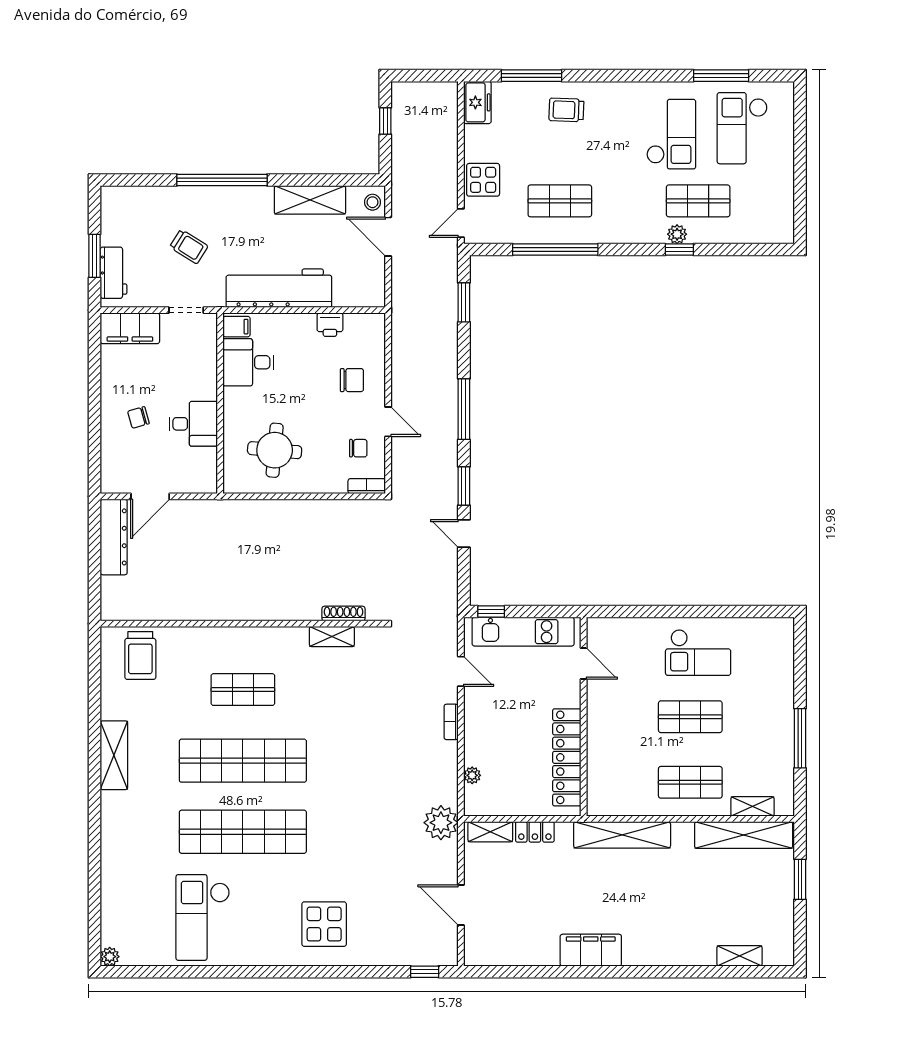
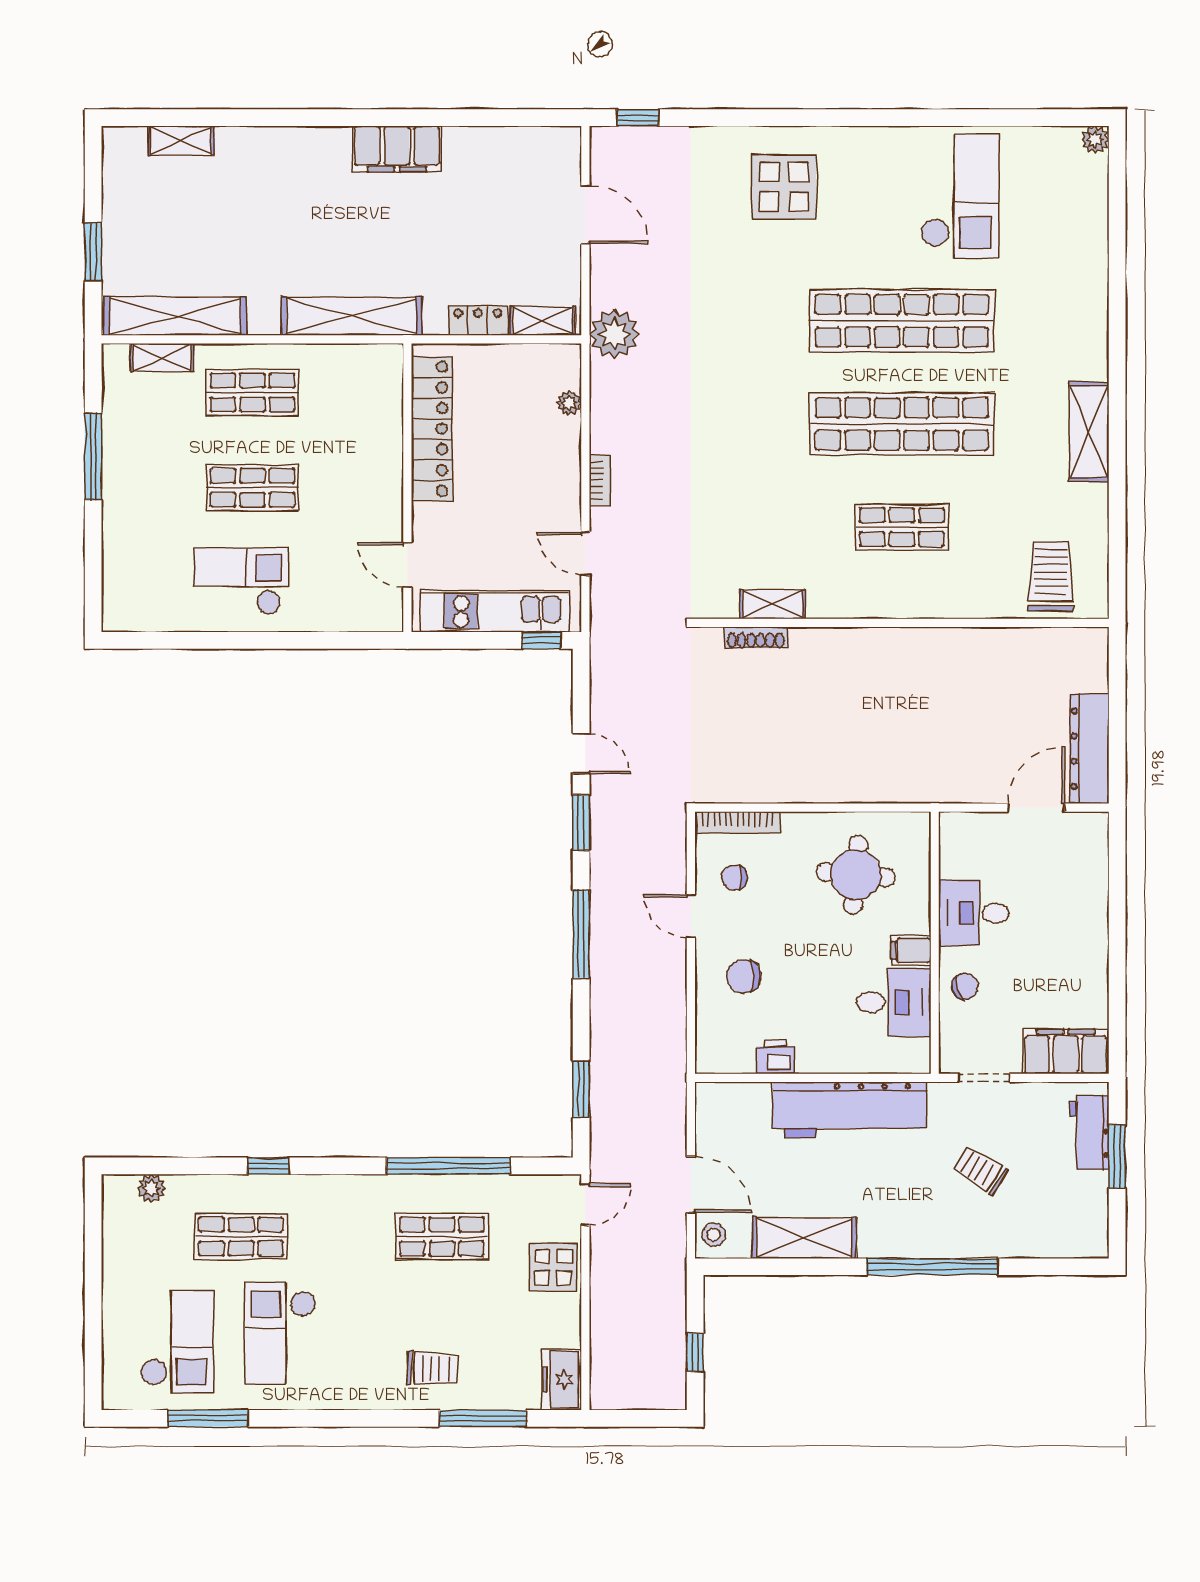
plant: (677, 234) -> (151, 1188), moved
filing cabinet: (236, 327) -> (911, 950), moved
chair: (138, 417) -> (965, 986), moved
bookcase: (367, 486) -> (737, 822), width x1.56

